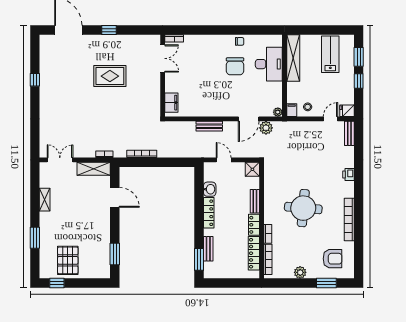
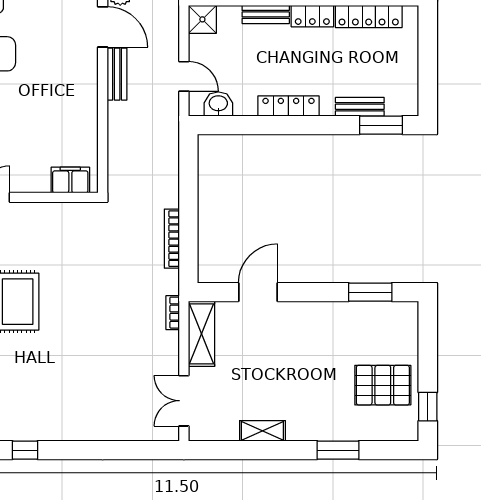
bench: (209, 126) -> (117, 74), moved
door: (224, 160) -> (184, 76), swing flipped
washbasin: (210, 189) -> (218, 104), moved

